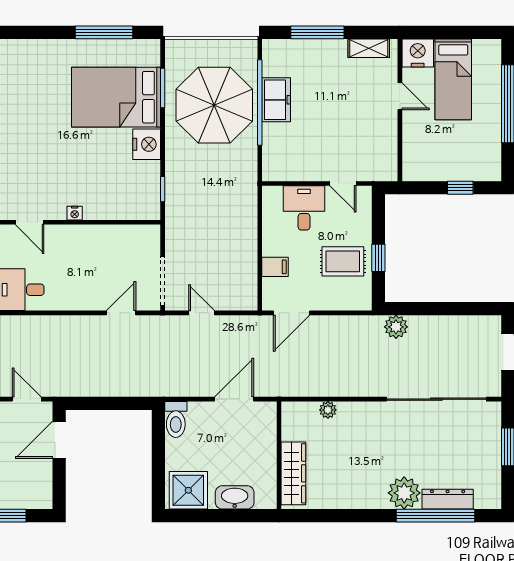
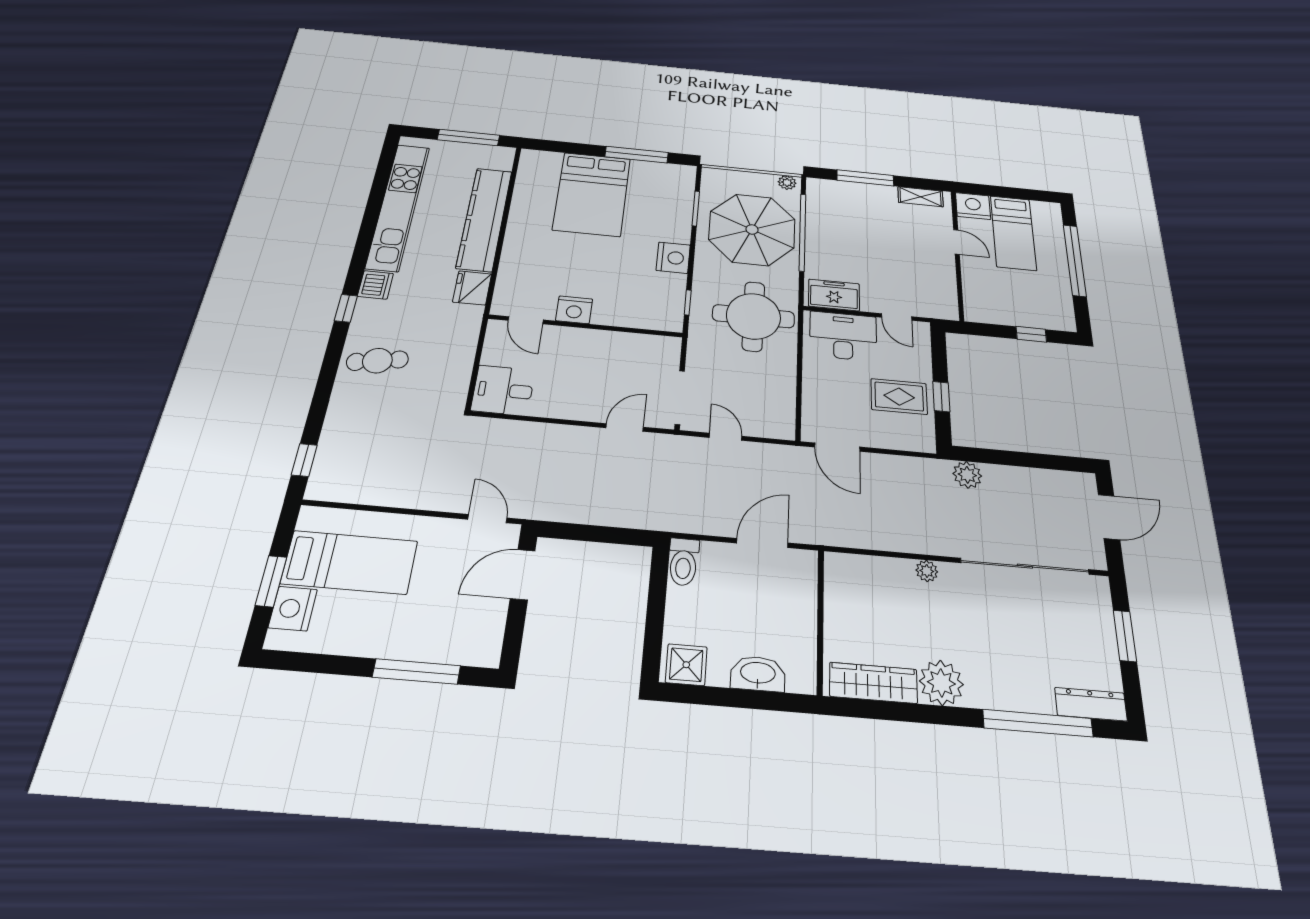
plant: (244, 47) -> (787, 182), added
bed: (116, 97) -> (592, 194), moved, turned -90
freezer: (276, 100) -> (834, 295), moved, turned -90
round table: (219, 197) -> (753, 316), added
desk: (304, 208) -> (843, 336), width x1.37
nightstand: (75, 213) -> (574, 310), width x1.89, depth x1.79
filing cabinet: (275, 267) -> (817, 395), removed
door: (291, 313) -> (837, 447), hinge flipped
plant: (328, 410) -> (927, 571), moved
wardrobe: (293, 473) -> (873, 683), moved, turned -90
shower: (188, 490) -> (686, 665), width x0.73, depth x0.73
plant: (404, 493) -> (941, 683), moved
dresser: (448, 499) -> (1091, 704), moved

